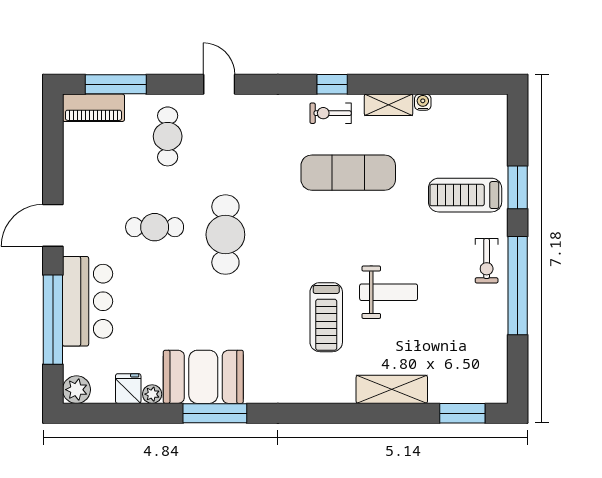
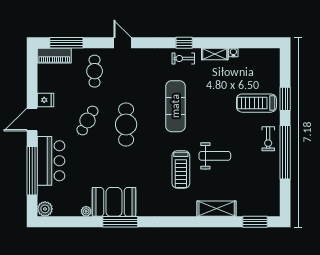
exercise mat: (348, 173) -> (175, 106), moved, turned 90
cafe table: (155, 227) -> (87, 120), turned -61
fridge: (128, 389) -> (46, 100), moved, turned 90

